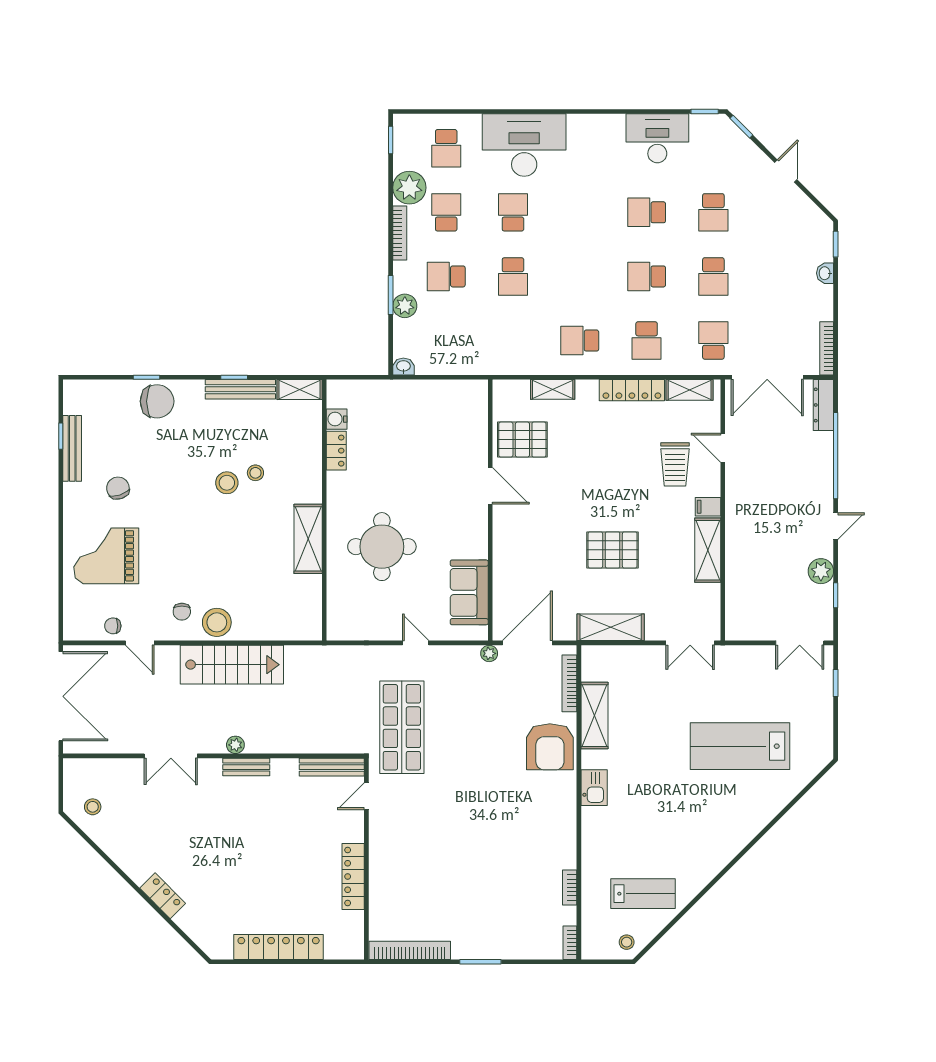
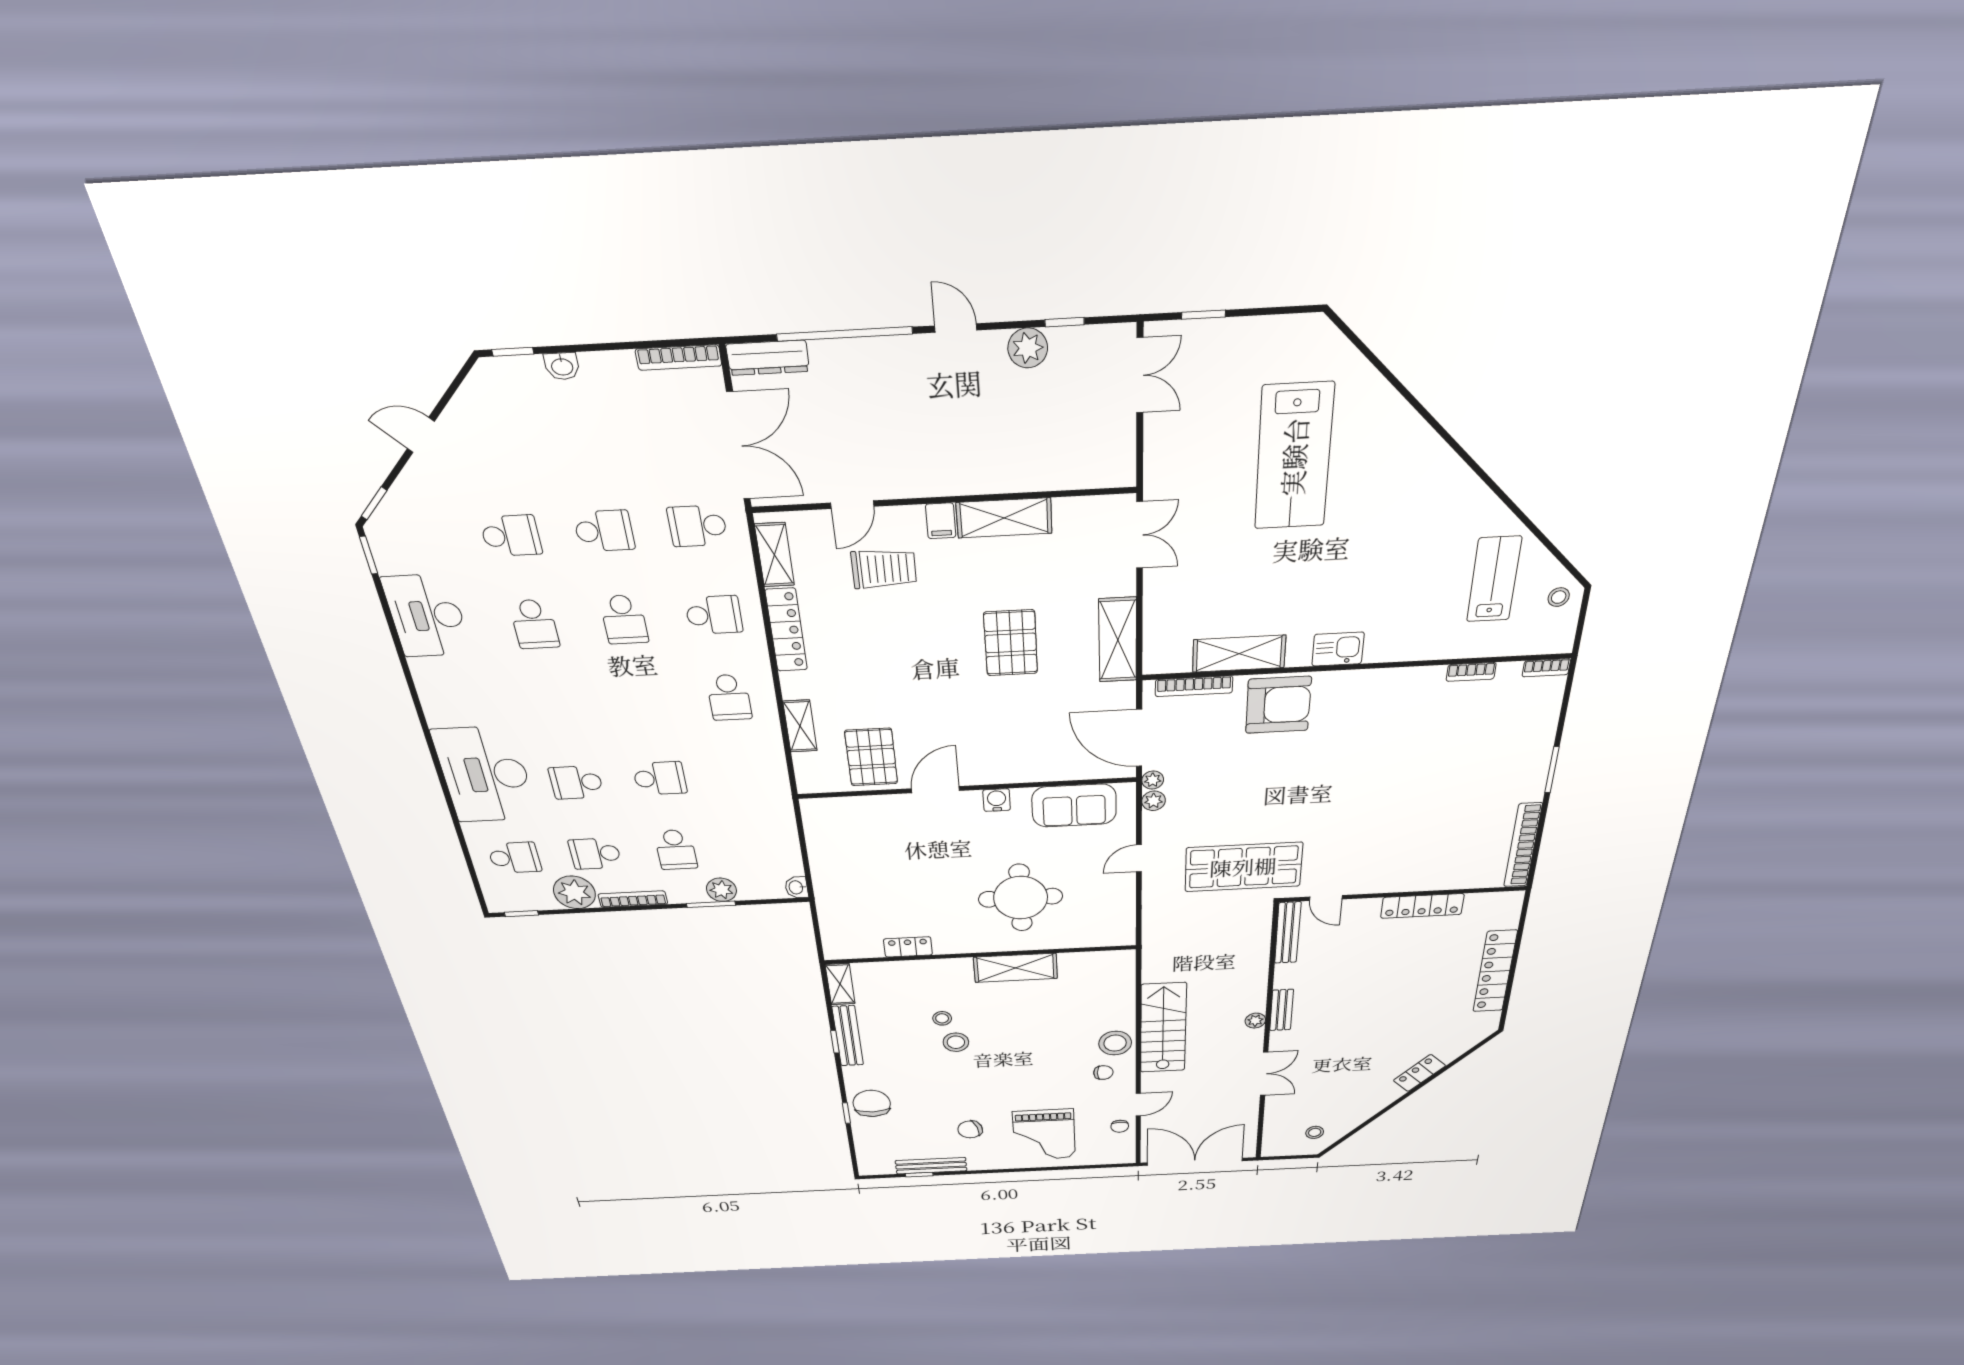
water cooler: (337, 419) -> (997, 800), moved, turned 180
plant: (470, 654) -> (1154, 801), added

